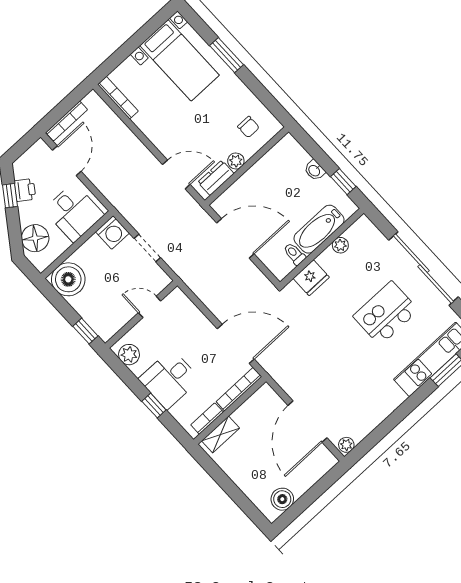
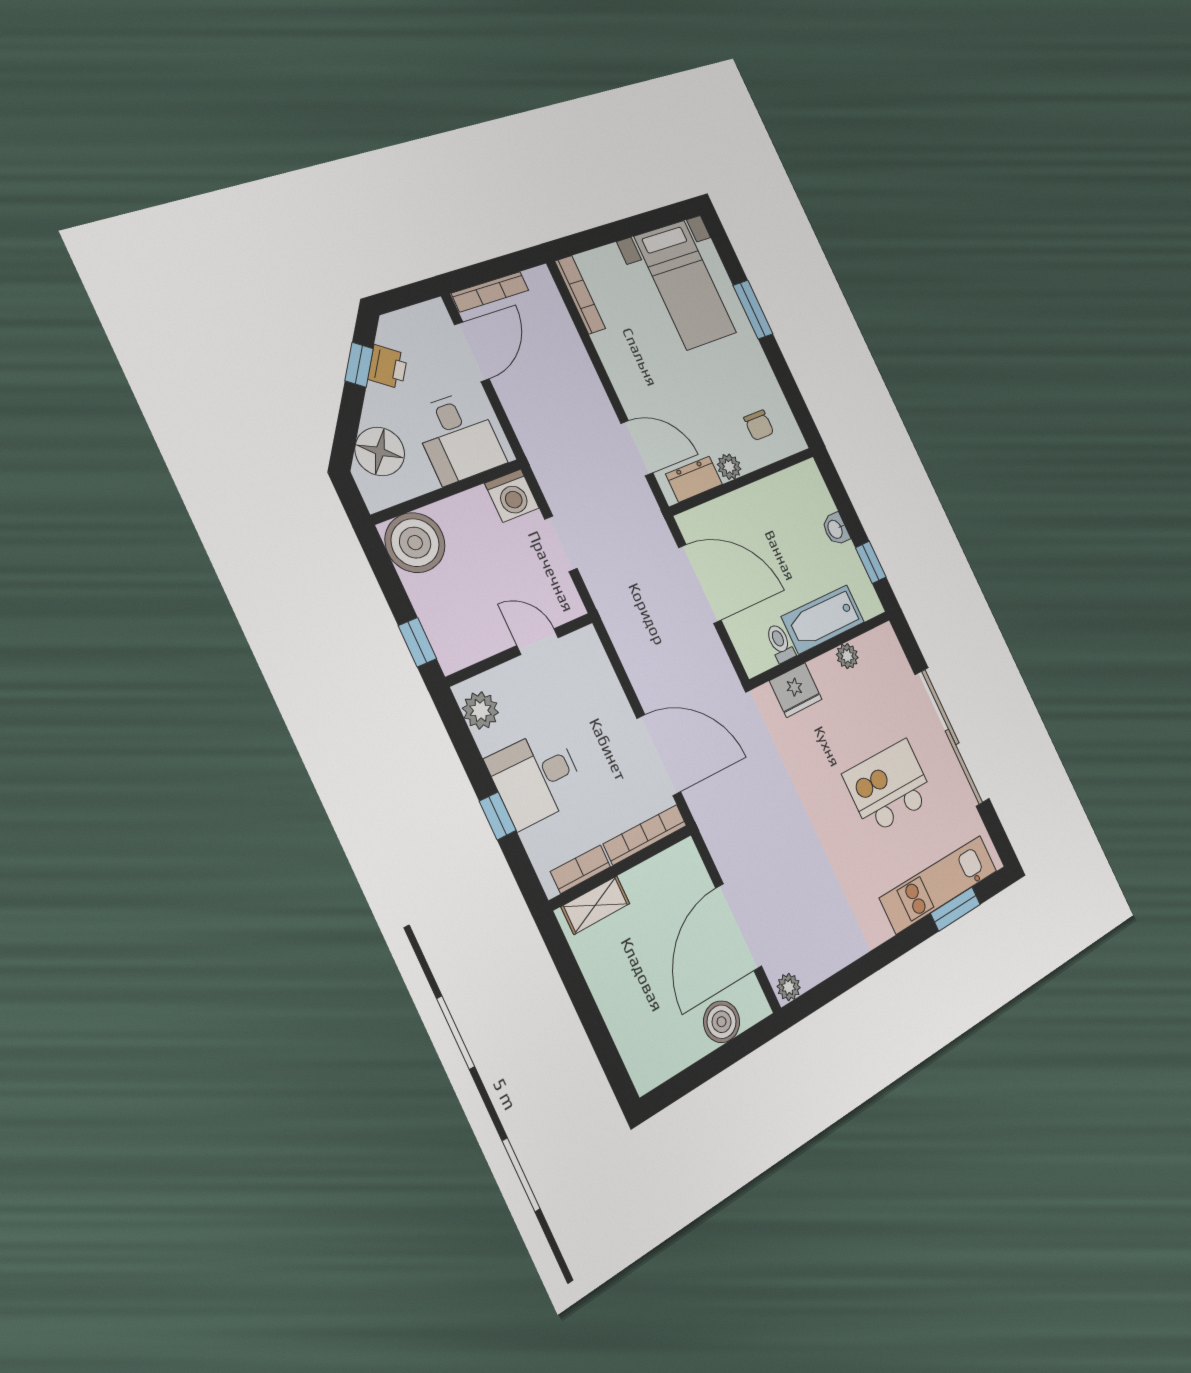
boiler: (282, 499) -> (722, 1022), moved

